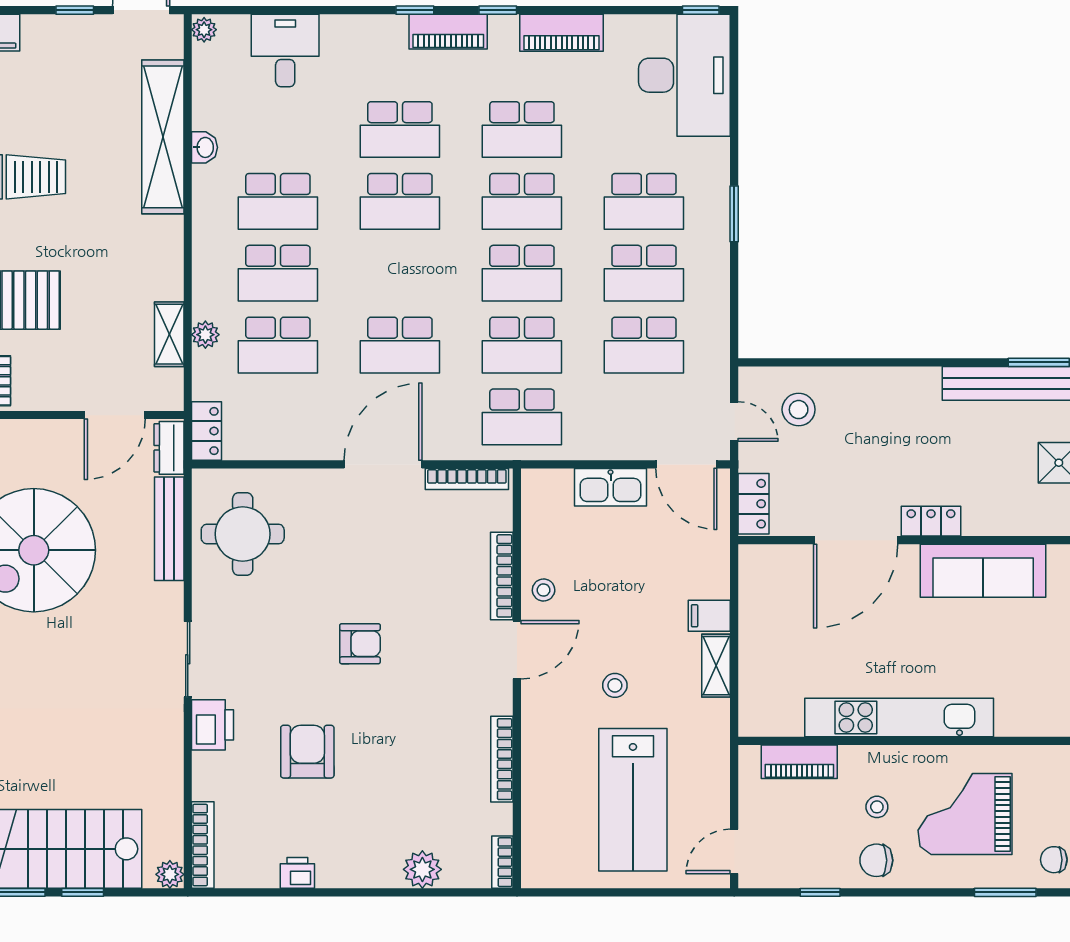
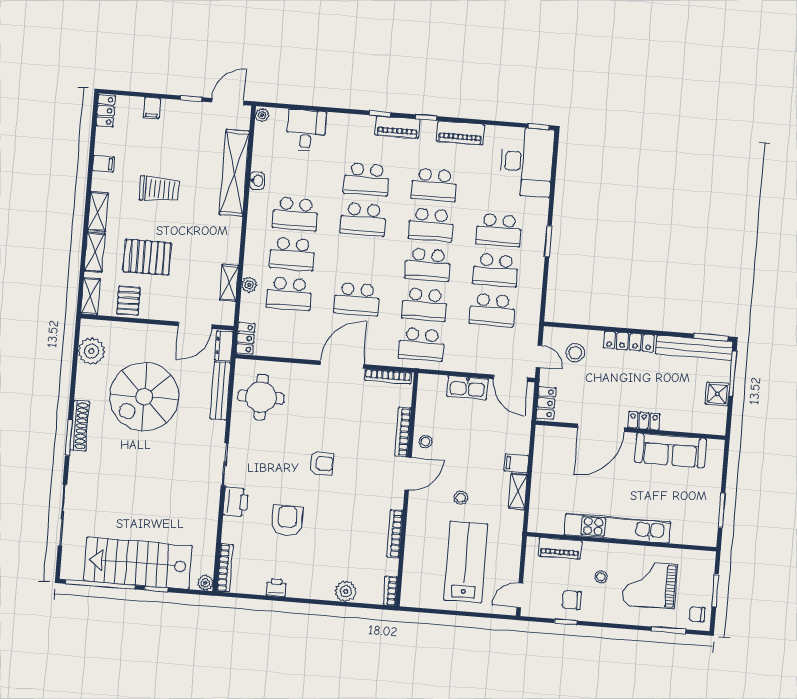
locker: (893, 382) -> (629, 342), added
lab bench: (633, 800) -> (466, 562), turned 180
chair: (876, 860) -> (572, 600), moved

